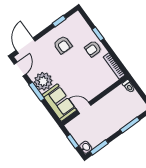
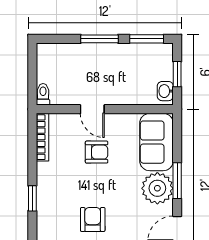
armchair: (93, 49) -> (97, 152), moved
door: (84, 108) -> (92, 109), moved
window: (130, 125) -> (99, 39), moved
washbasin: (86, 147) -> (165, 91), moved

